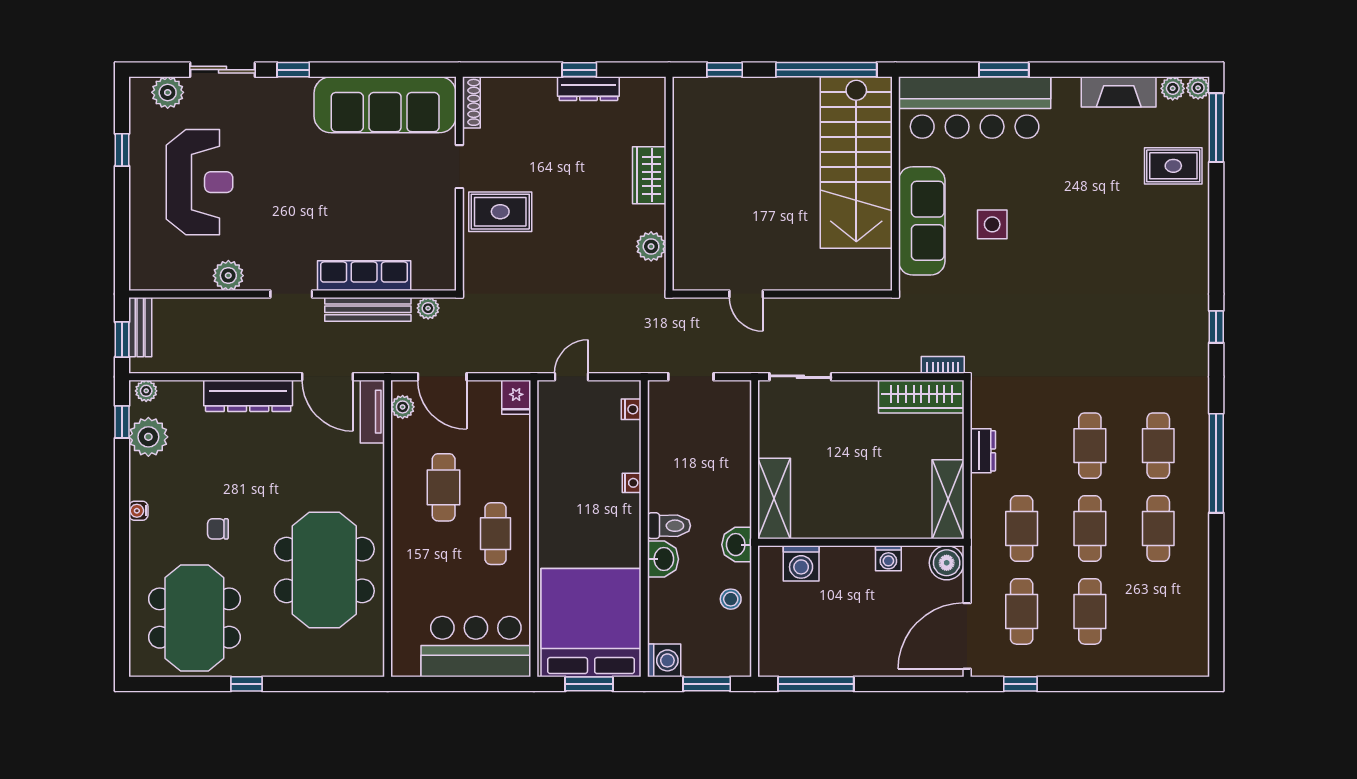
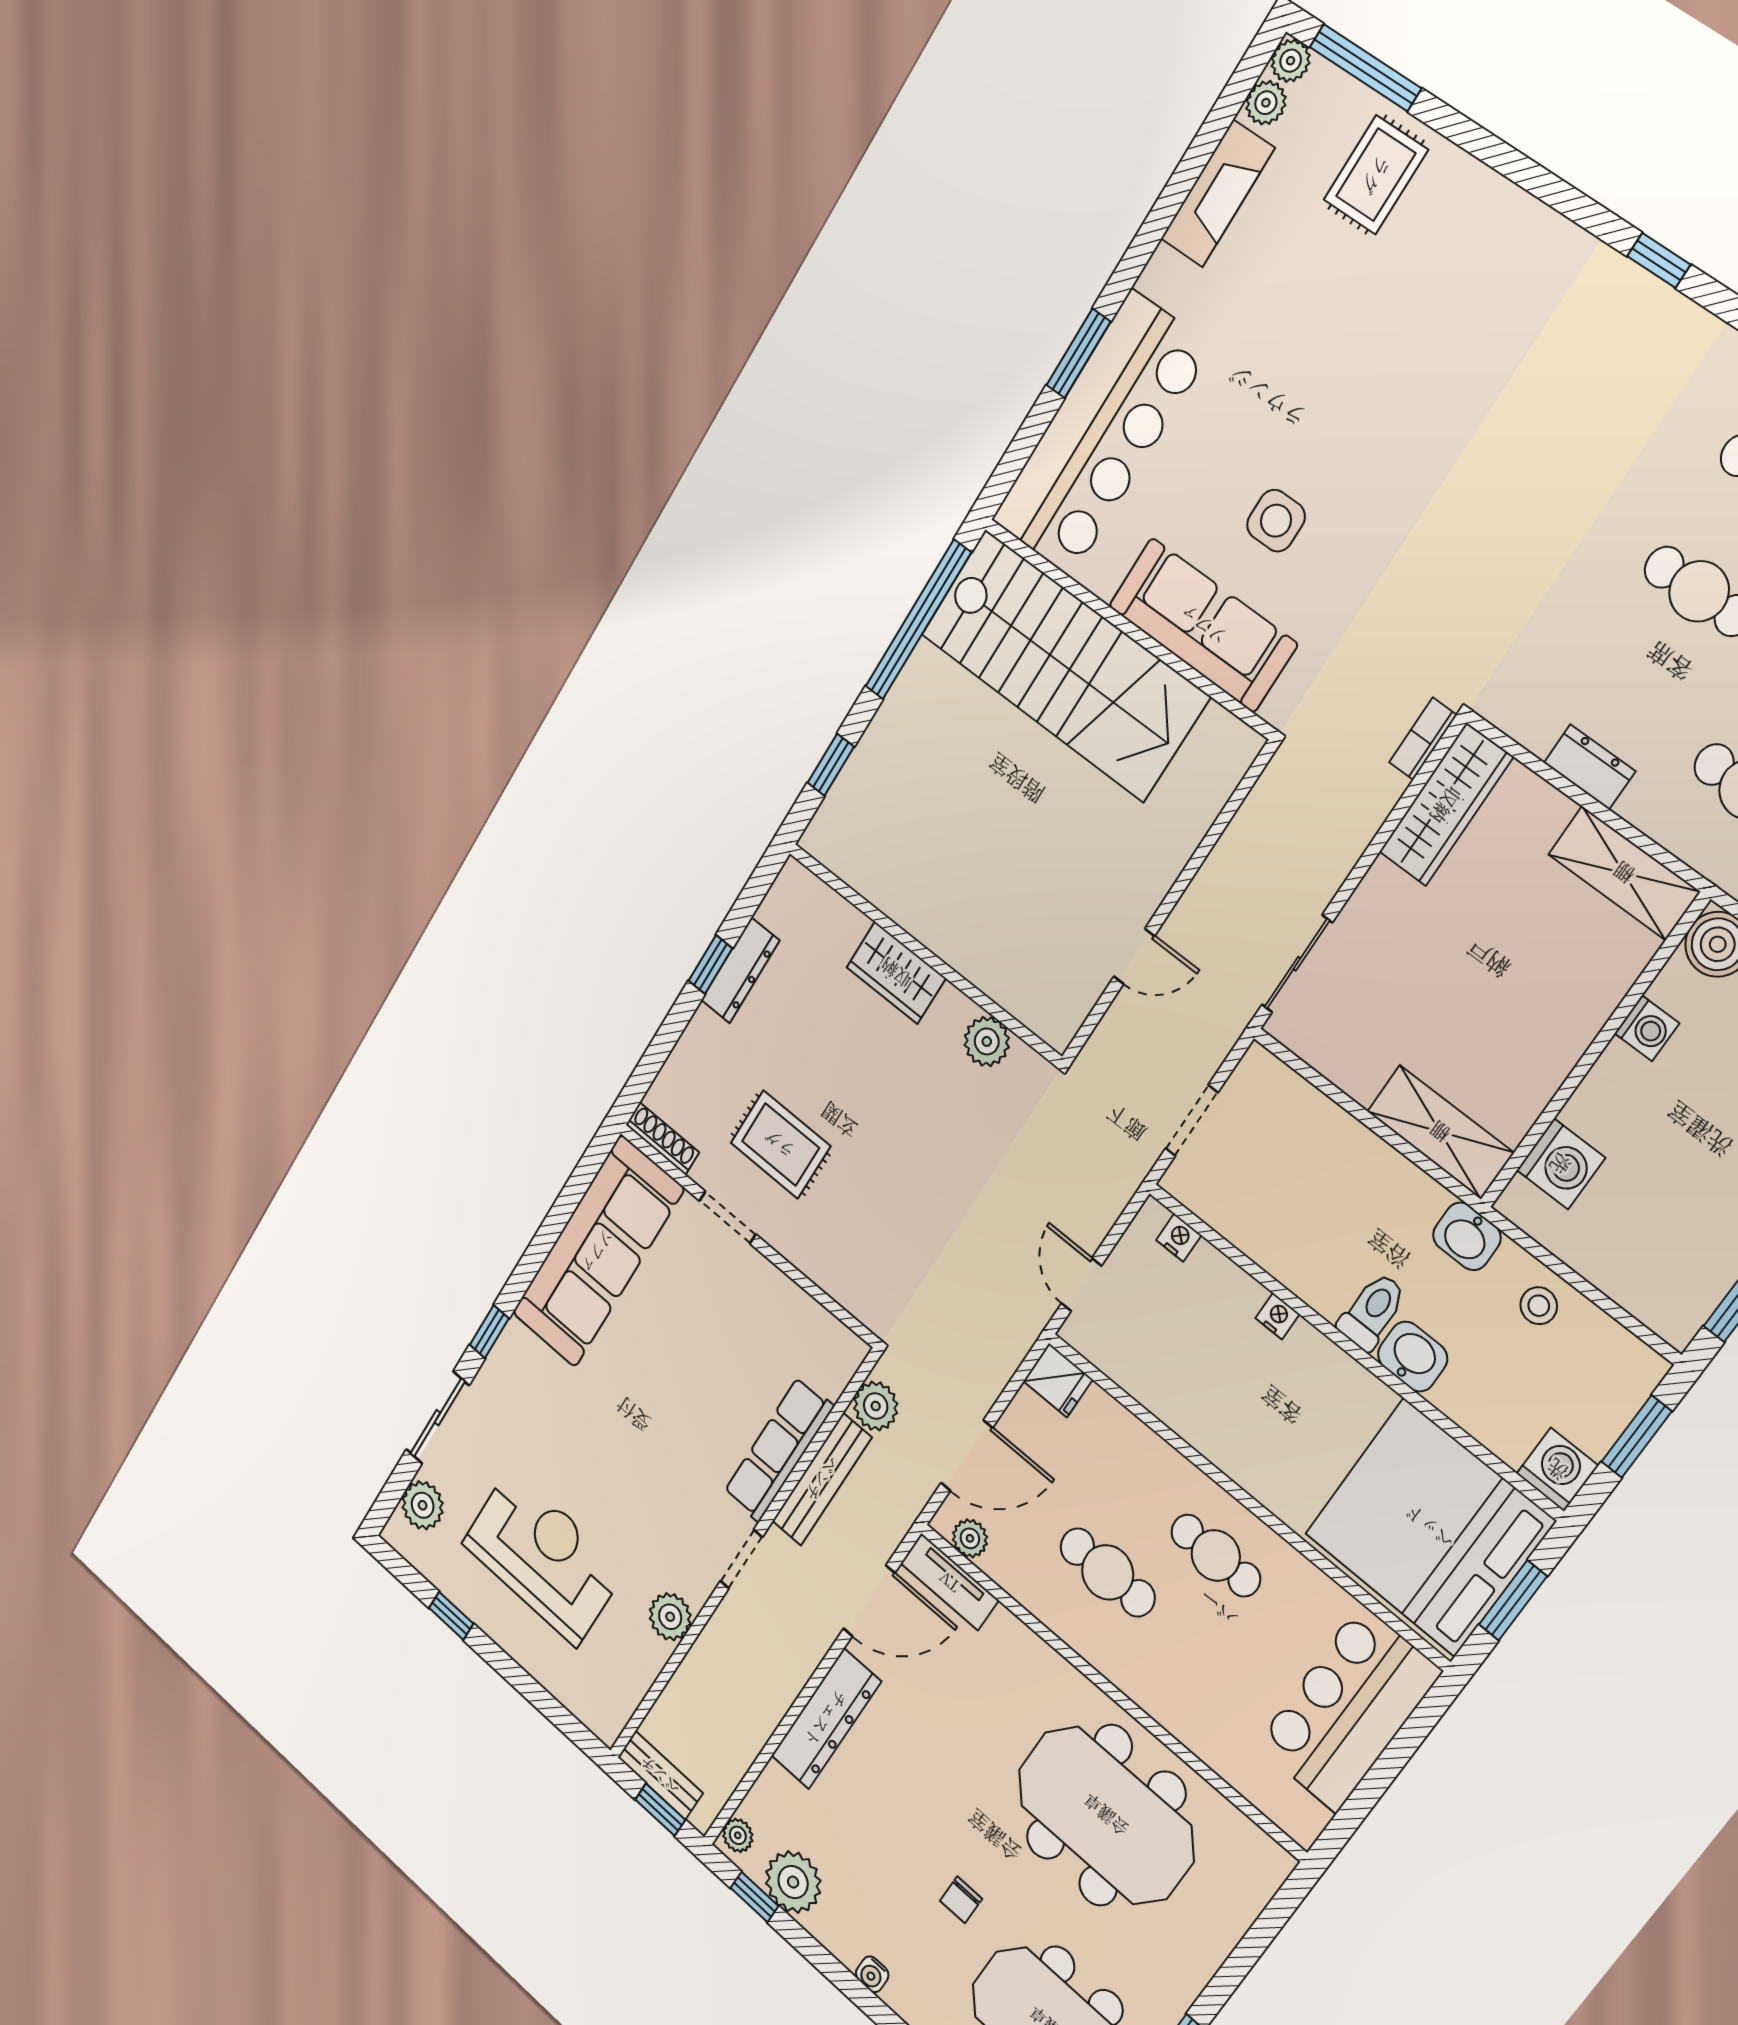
rug: (500, 212) -> (780, 1144), moved, turned 90
plant: (428, 308) -> (876, 1406), width x1.38, depth x1.38

